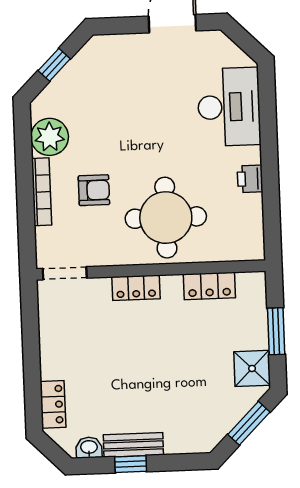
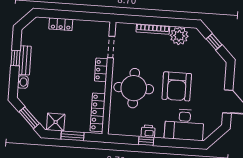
window: (270, 181) -> (146, 141), added
armchair: (94, 190) -> (177, 86), moved, width x1.88, depth x1.88
doorway: (65, 273) -> (111, 47), moved
locker: (209, 286) -> (98, 112), width x1.53
locker: (53, 404) -> (61, 24), moved
washbasin: (89, 448) -> (23, 82), moved

